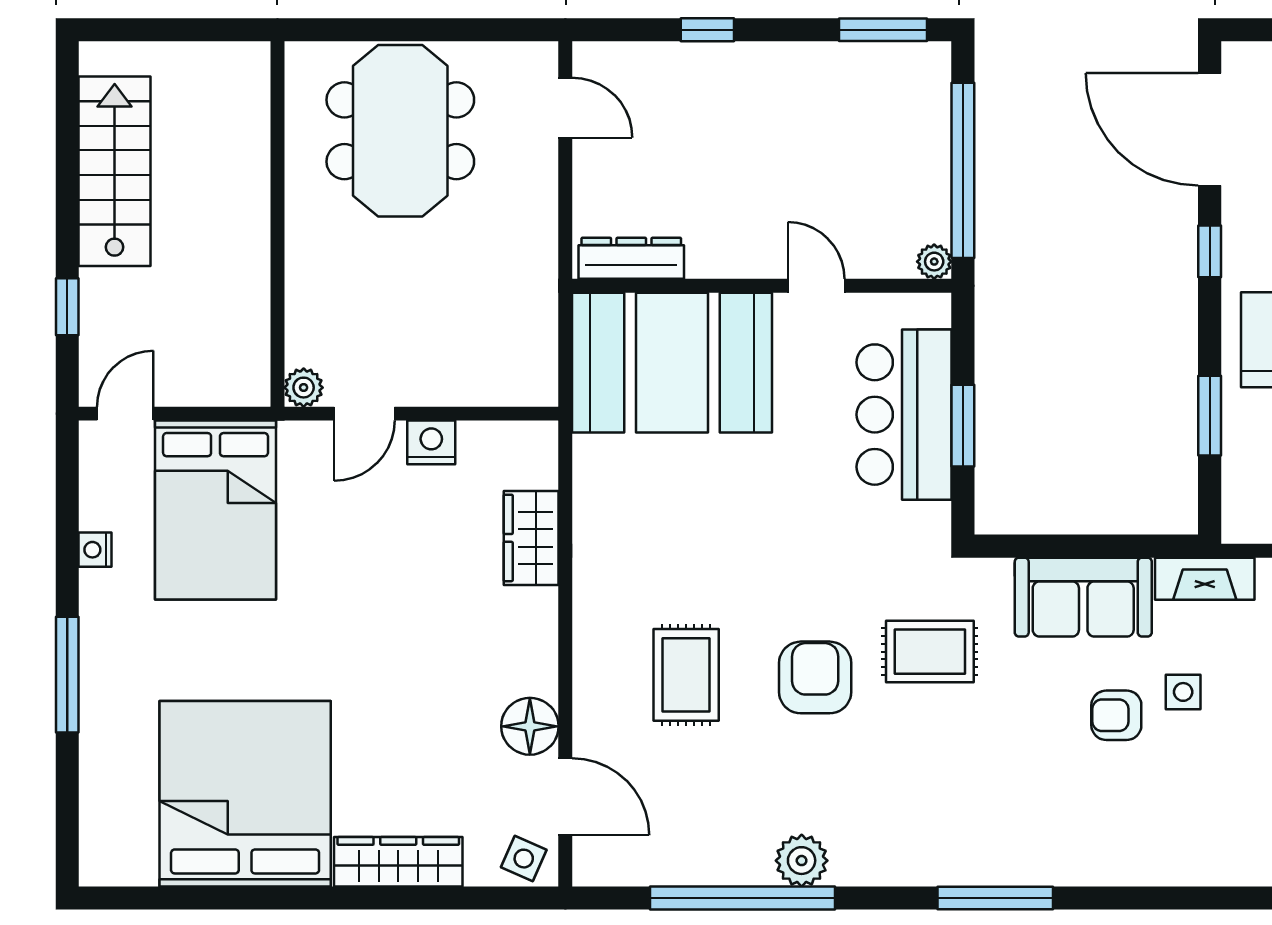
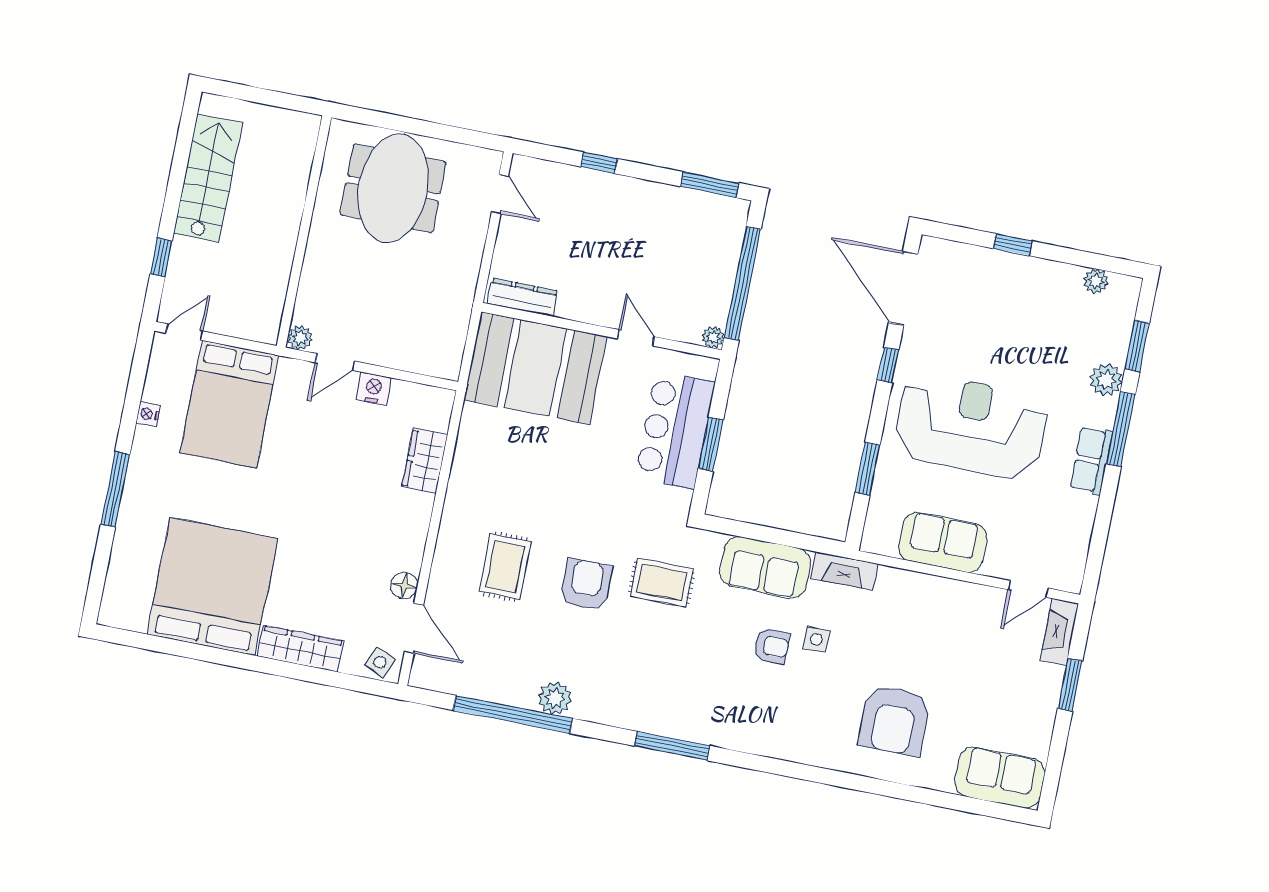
armchair: (1116, 715) -> (771, 646), turned 180
floor lamp: (530, 726) -> (404, 586), width x0.73, depth x0.73

